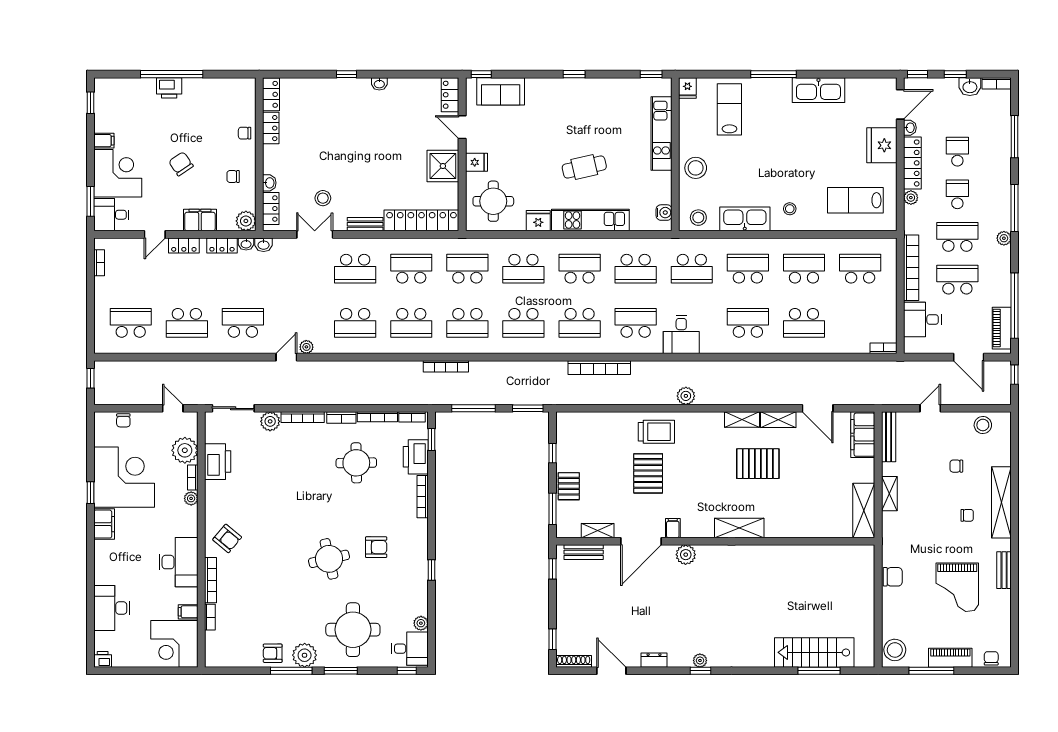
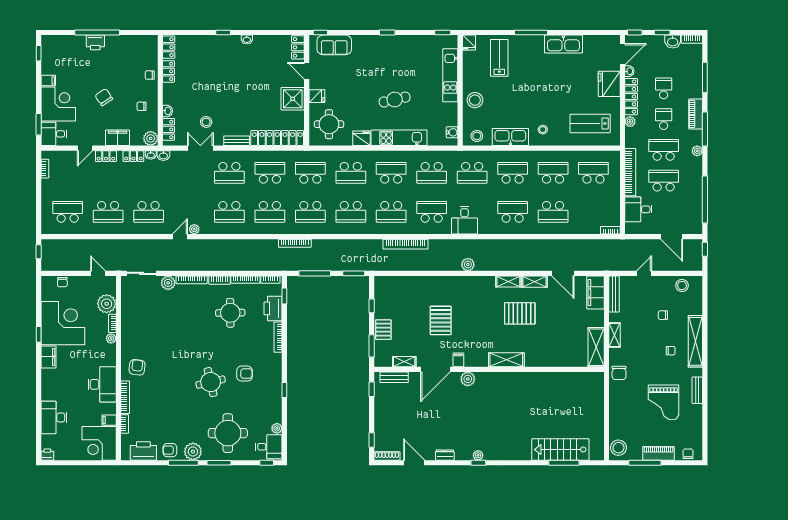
school desk: (243, 323) -> (149, 212), turned 180
piano: (1002, 328) -> (696, 114), moved
trolley: (656, 432) -> (447, 290), removed
printer: (218, 462) -> (143, 451), moved, turned -90
armchair: (227, 538) -> (137, 367), turned -123
chair: (893, 577) -> (619, 373), moved, turned 90

